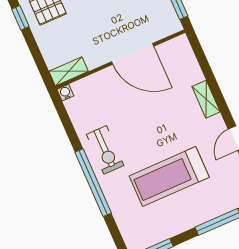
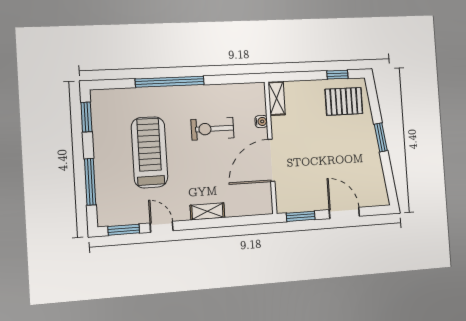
water cooler: (65, 93) -> (261, 122), moved
exercise bike: (105, 150) -> (212, 129), moved

